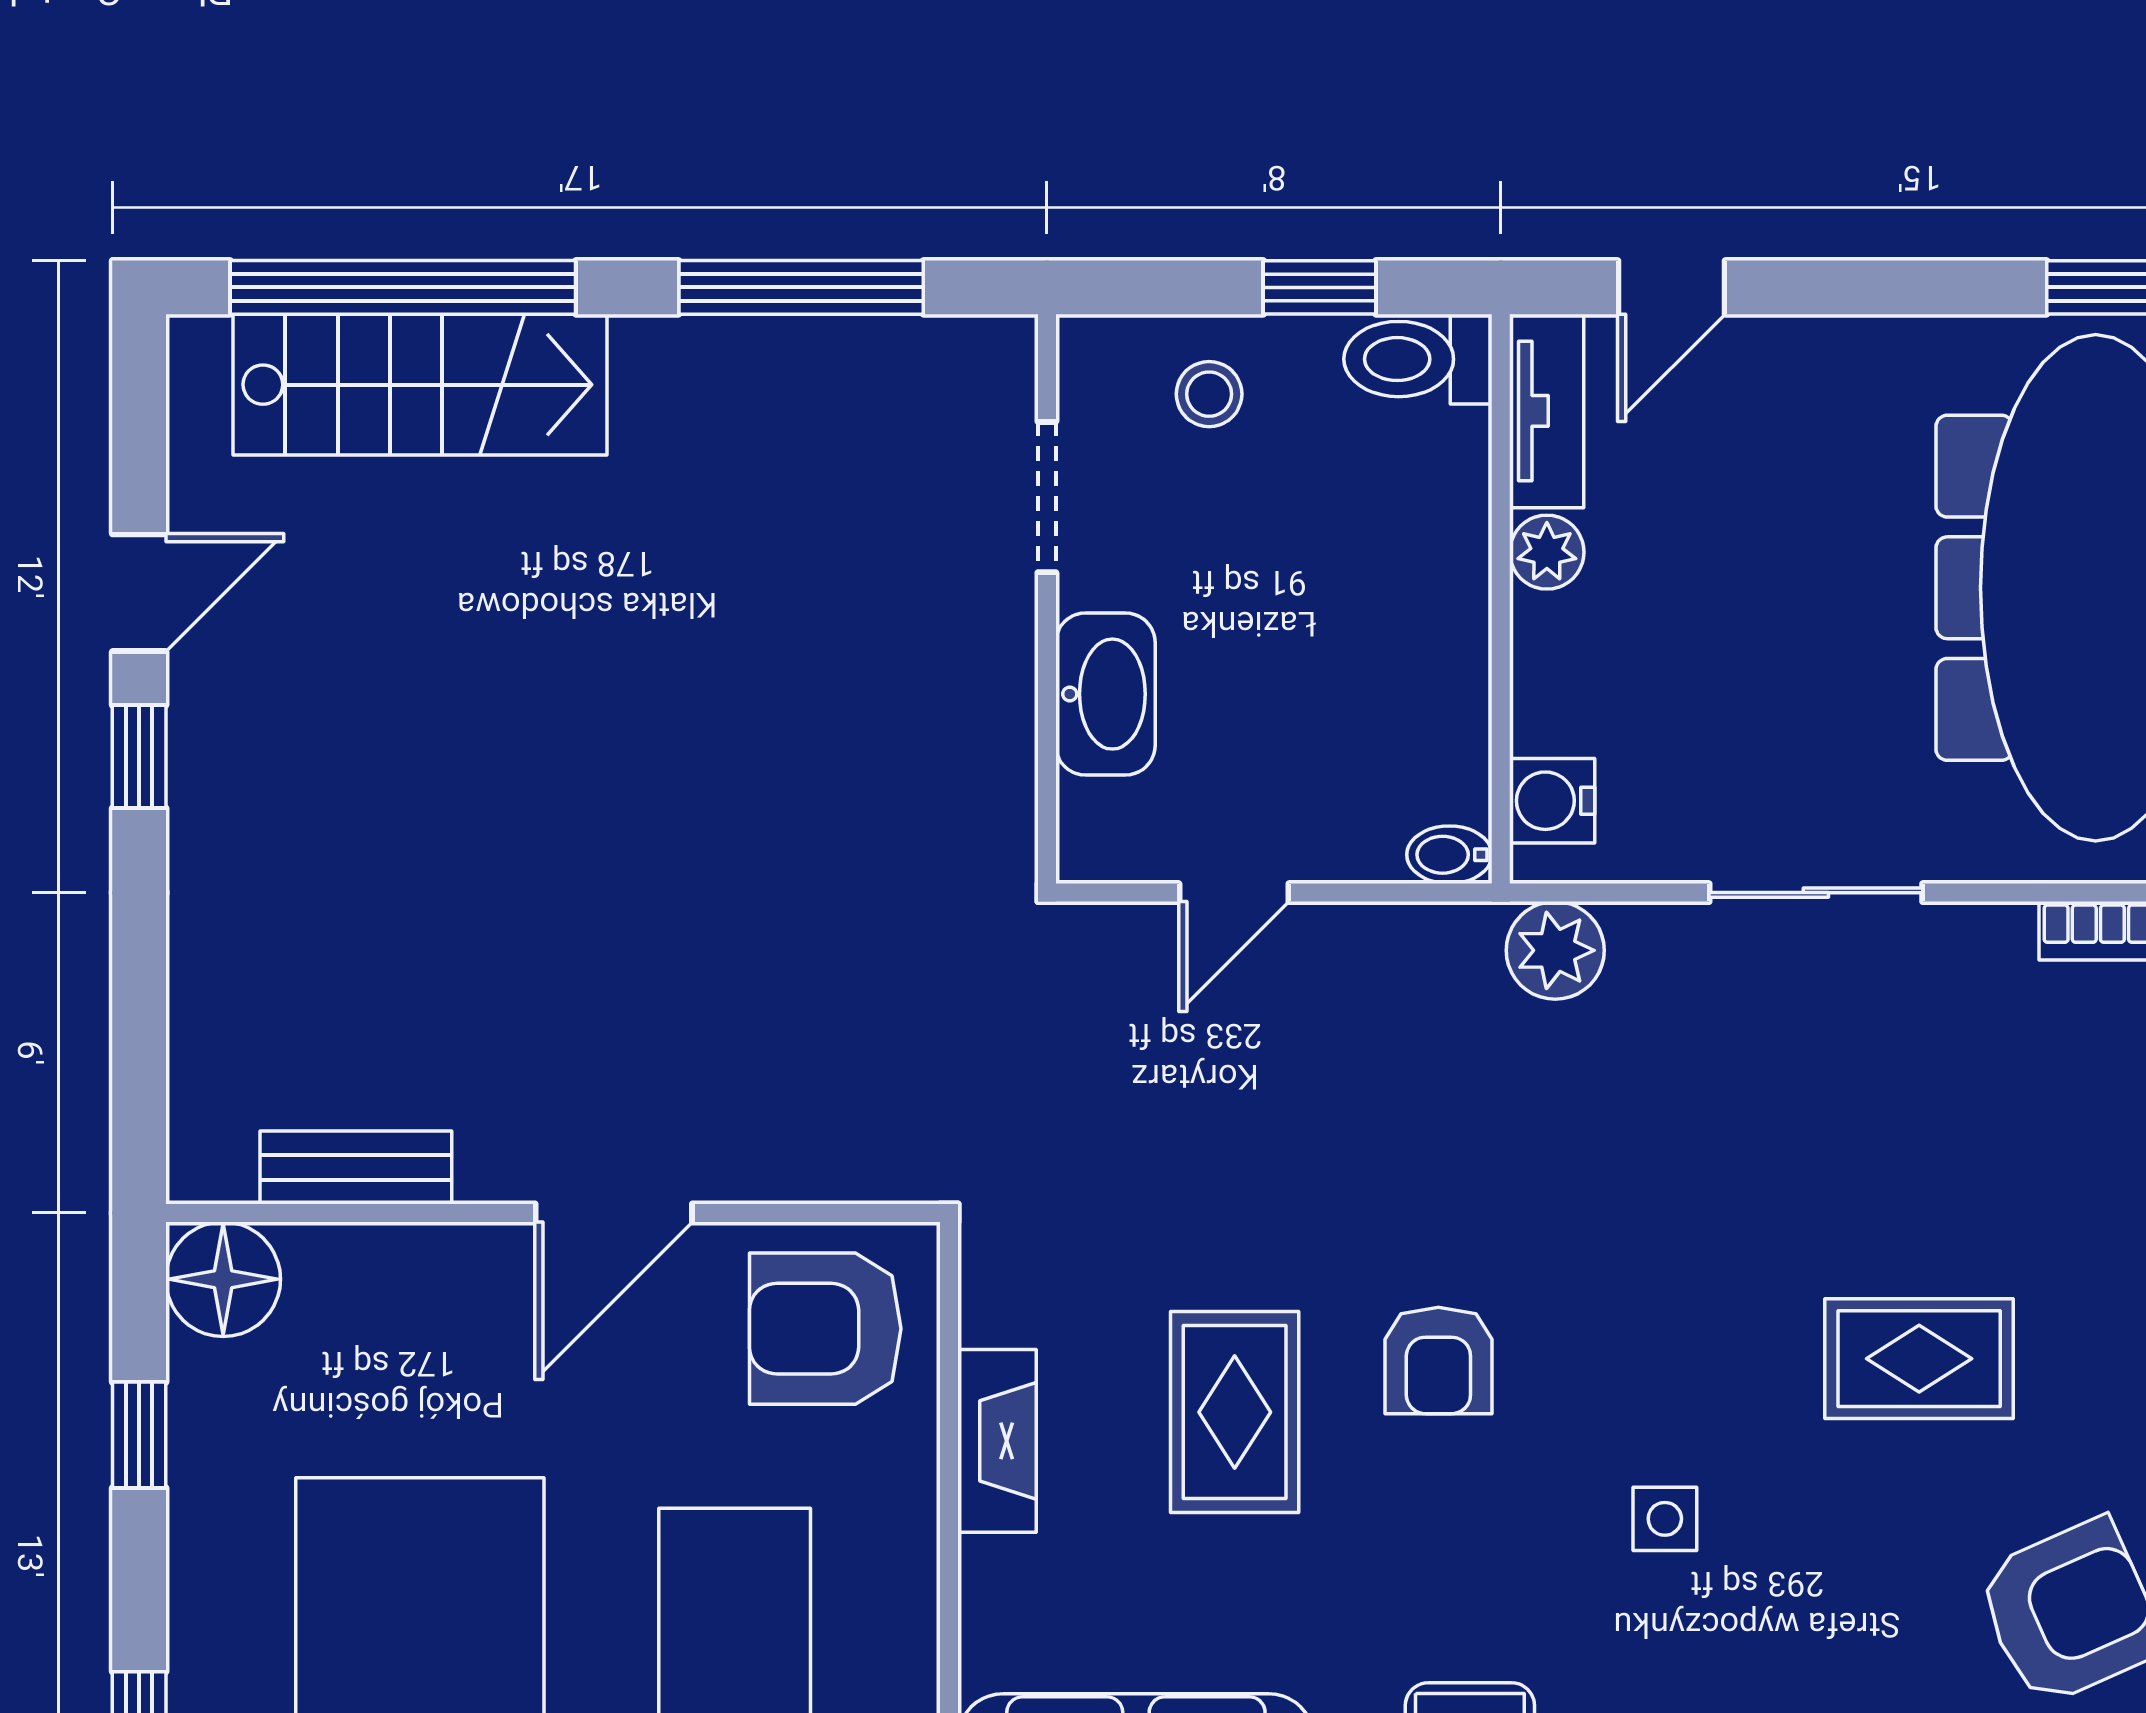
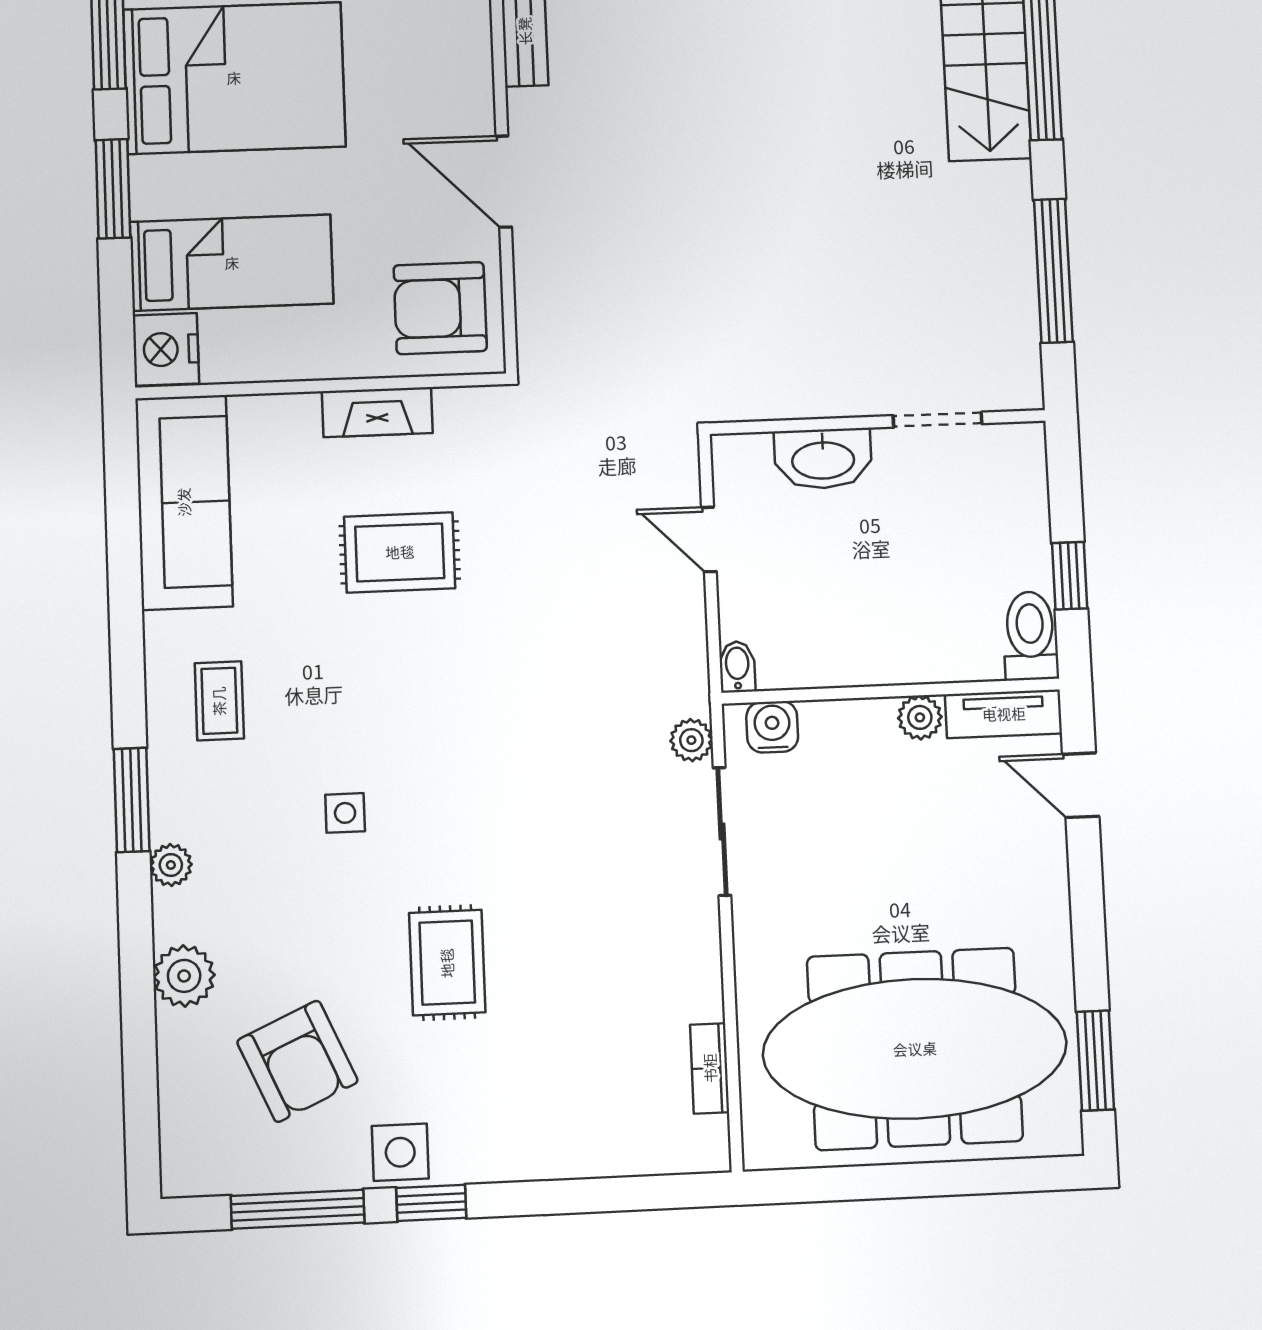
stool: (1209, 394) -> (1003, 513), removed
sliding door: (1816, 893) -> (722, 832), moved
plant: (1555, 950) -> (691, 740), width x0.73, depth x0.73
armchair: (825, 1329) -> (440, 308), turned -90
armchair: (1438, 1361) -> (435, 673), removed

